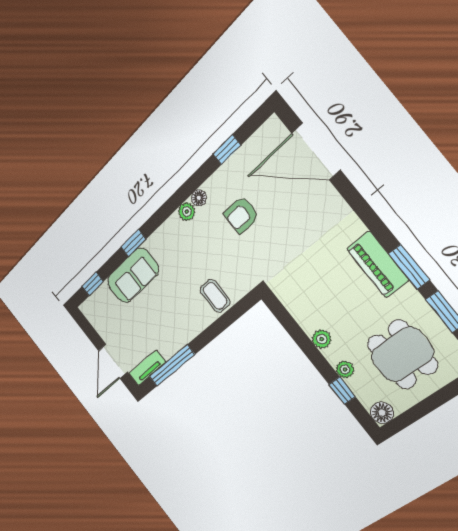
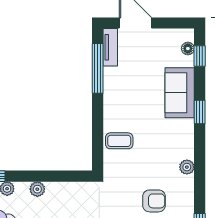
floor lamp: (199, 198) -> (188, 49), moved
armchair: (241, 215) -> (154, 201), turned 90

